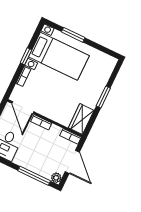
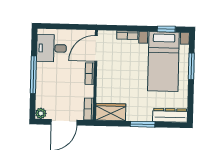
window: (26, 56) -> (166, 29), moved
dresser: (106, 71) -> (170, 115), added
window: (34, 176) -> (33, 75), moved

